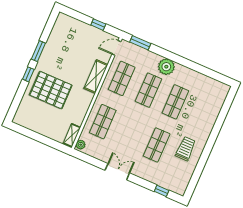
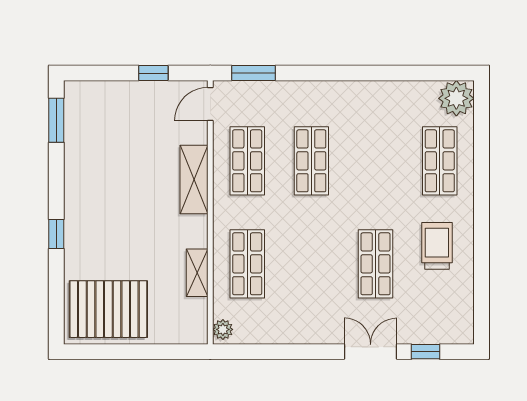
window: (38, 51) -> (56, 120), moved
plant: (166, 67) -> (456, 98), moved
pallet: (51, 90) -> (108, 309), moved
shop shelf: (175, 102) -> (440, 161), moved
shelving: (72, 135) -> (197, 273), moved
double door: (117, 172) -> (371, 352), moved

